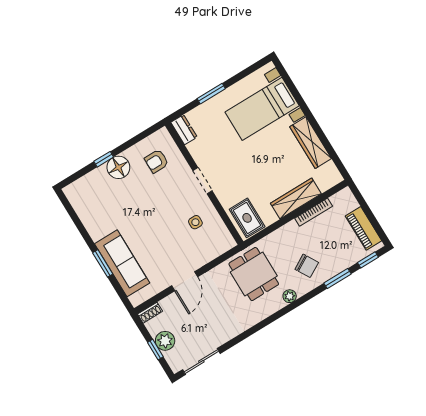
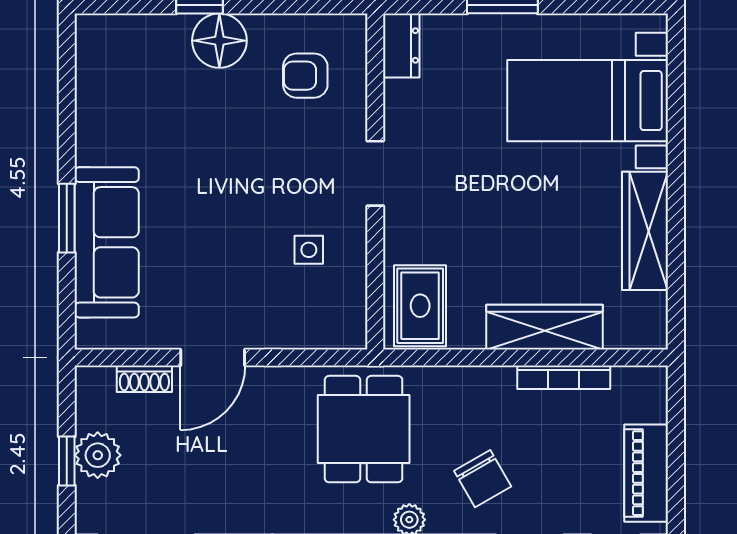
shoe rack: (150, 313) -> (144, 379), moved

